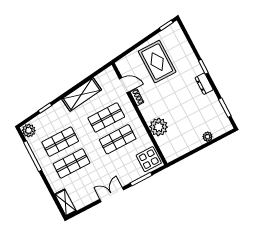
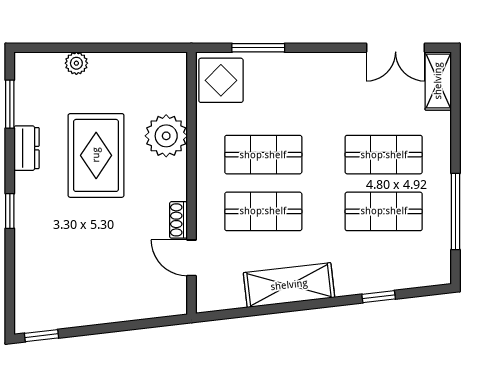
rug: (157, 62) -> (96, 155), moved
dresser: (204, 84) -> (27, 148), moved
plant: (29, 130) -> (436, 268), removed
double door: (112, 195) -> (396, 48), moved

